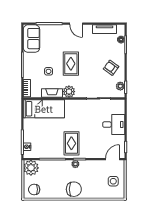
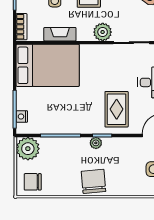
plant: (69, 92) -> (103, 32), moved
bed: (44, 109) -> (48, 65), width x1.50
rug: (71, 143) -> (117, 109), moved
chair: (74, 189) -> (93, 181), turned -95

